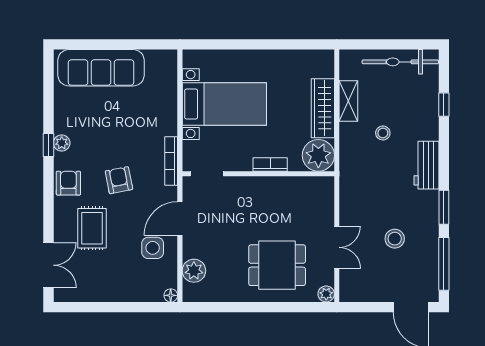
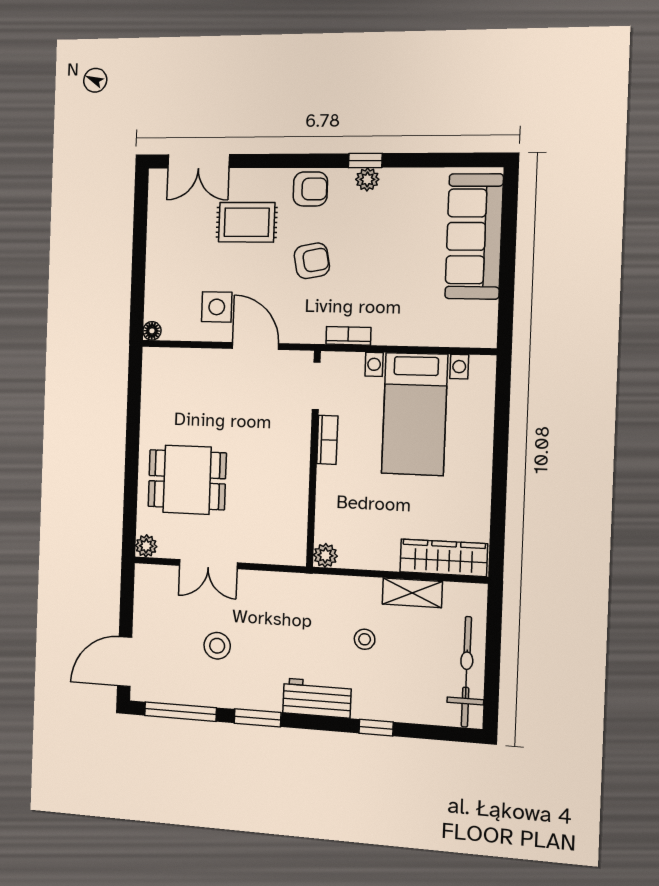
window: (444, 105) -> (376, 728), moved
wardrobe: (323, 108) -> (444, 558), moved
plant: (318, 155) -> (325, 555), width x0.53, depth x0.53
bookcase: (171, 161) -> (348, 336), width x0.64
bookcase: (270, 165) -> (327, 440), moved
dining table: (277, 265) -> (187, 480), turned 90
plant: (194, 271) -> (184, 364), removed

